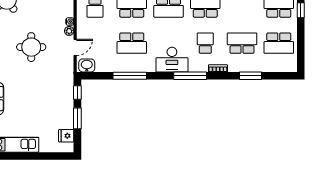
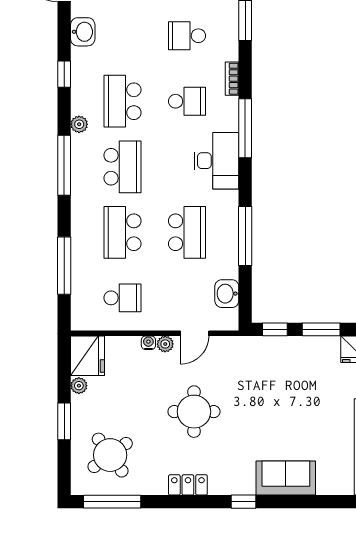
school desk: (205, 43) -> (187, 101), turned 180
school desk: (242, 43) -> (187, 36), width x0.54
door: (75, 47) -> (195, 333), swing flipped
washbasin: (87, 65) -> (227, 294), moved

